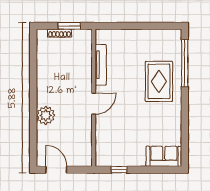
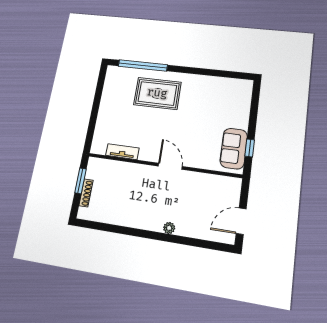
tv unit: (101, 65) -> (122, 152), width x0.71
plant: (46, 115) -> (169, 228), width x0.53, depth x0.53
sofa: (164, 156) -> (234, 149), moved

